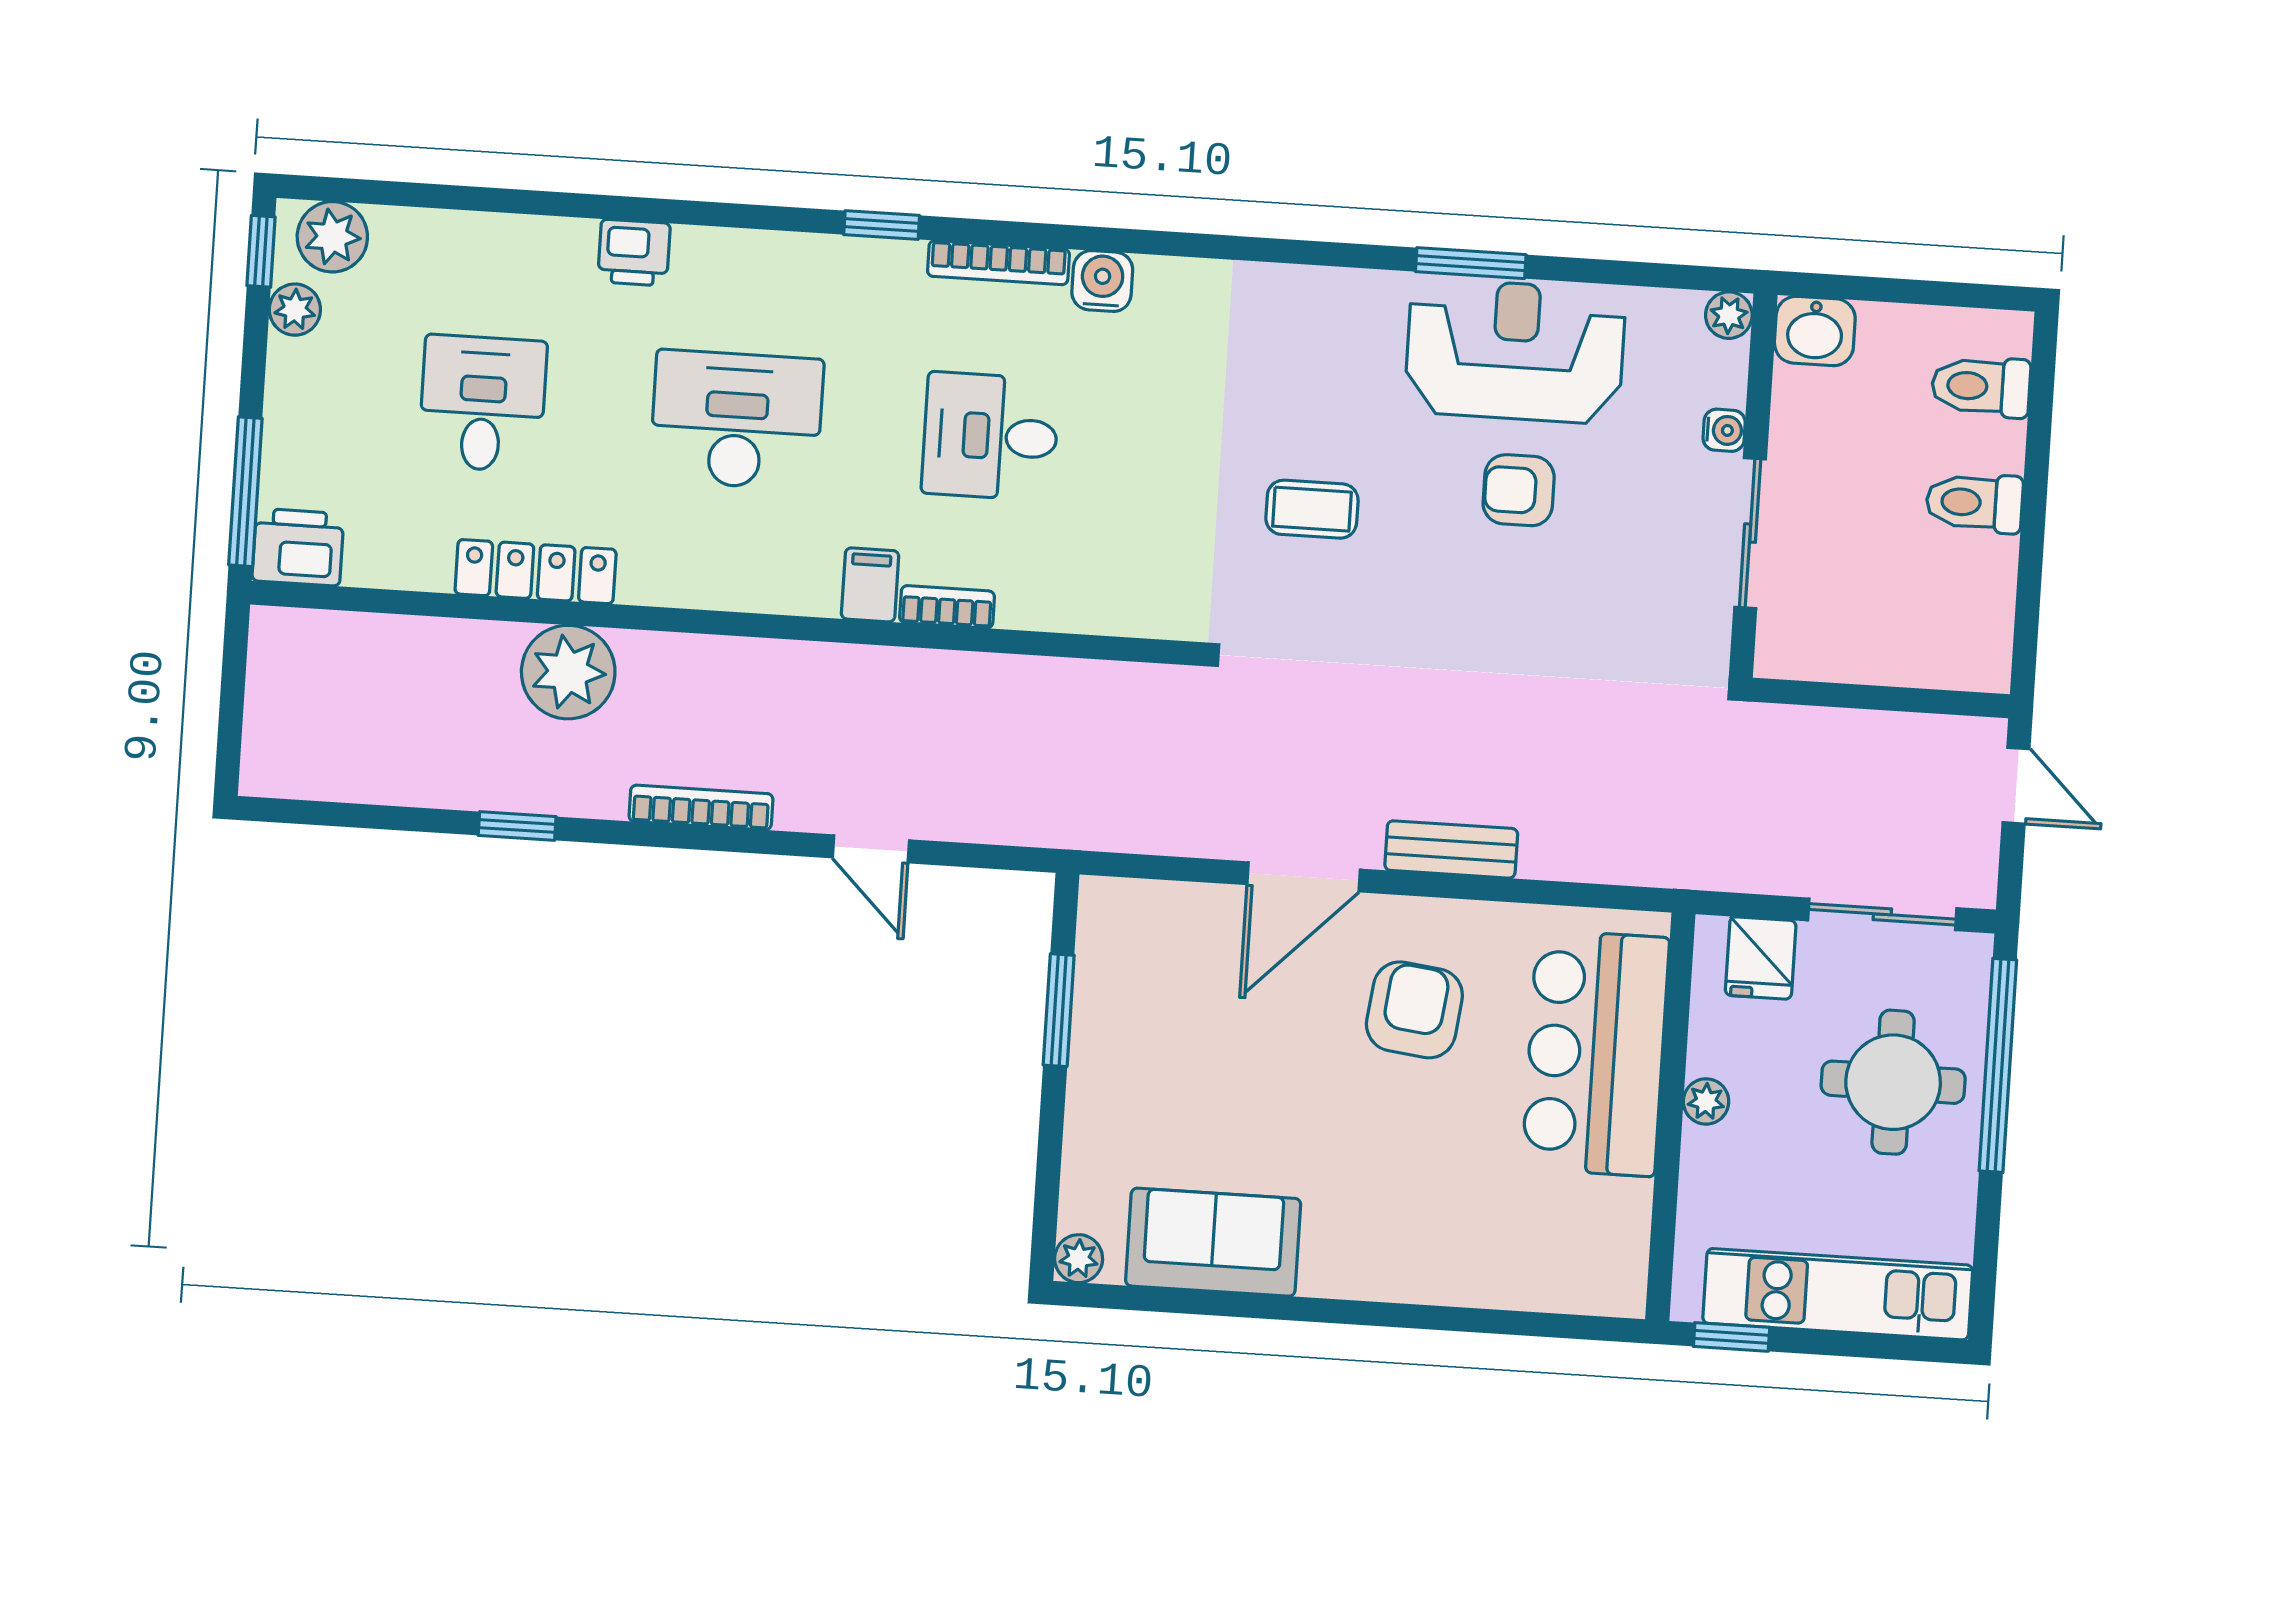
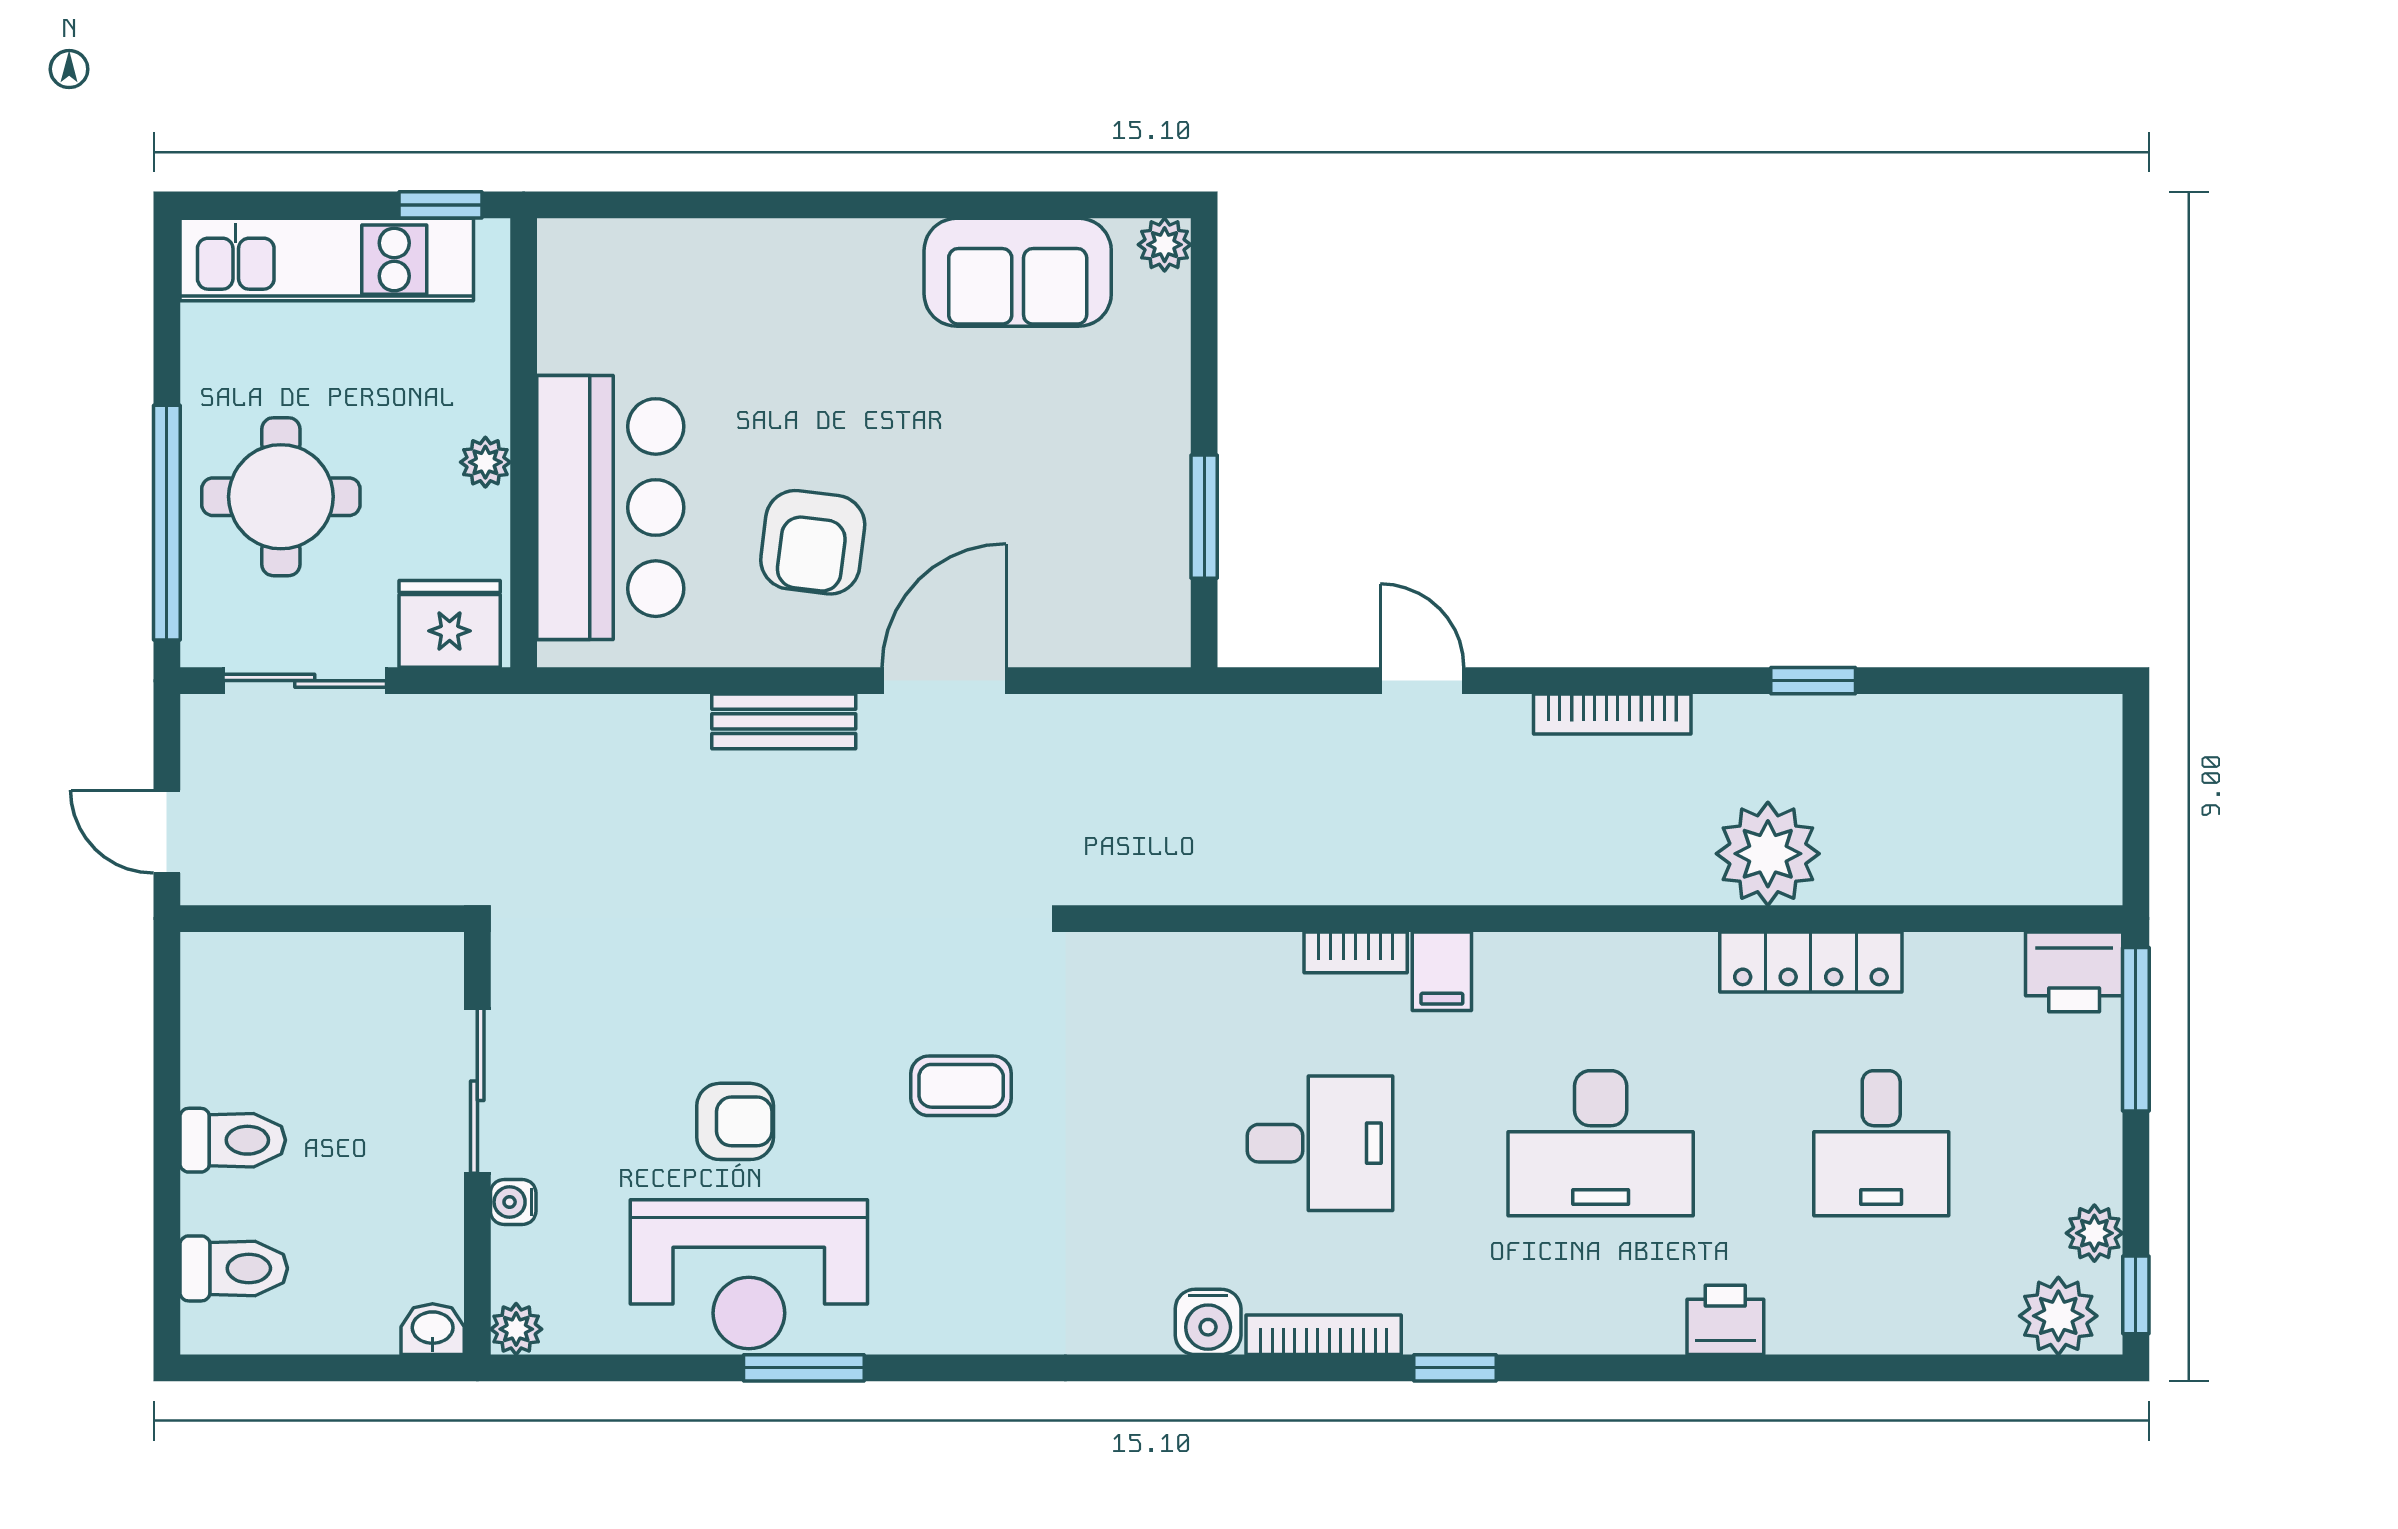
washbasin: (1815, 331) -> (433, 1329), width x0.72, depth x0.69
fridge: (1761, 958) -> (450, 624), width x1.38

